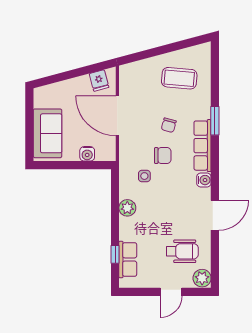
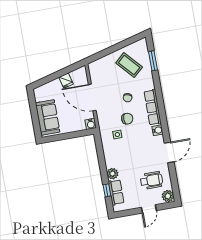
coffee table: (179, 78) -> (129, 65), turned 43
fridge: (99, 80) -> (66, 81), moved
window: (215, 121) -> (153, 61), moved
water cooler: (87, 154) -> (91, 124), moved
plant: (127, 208) -> (112, 174), moved

